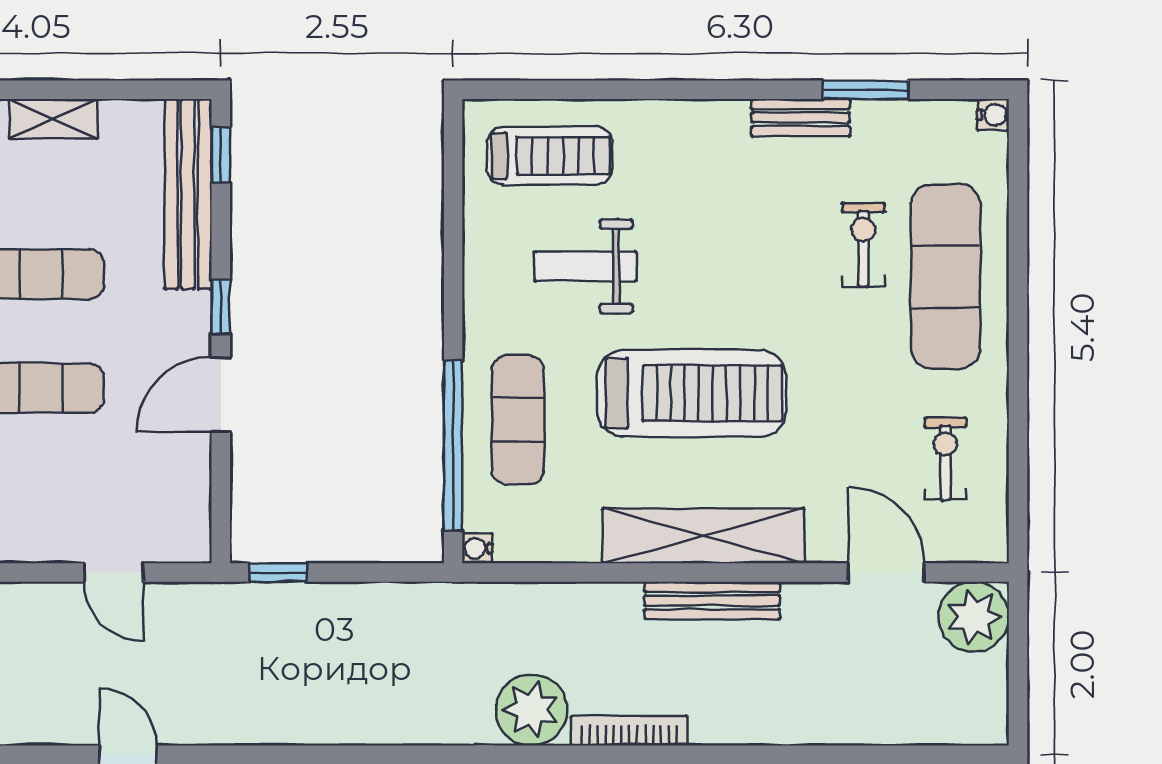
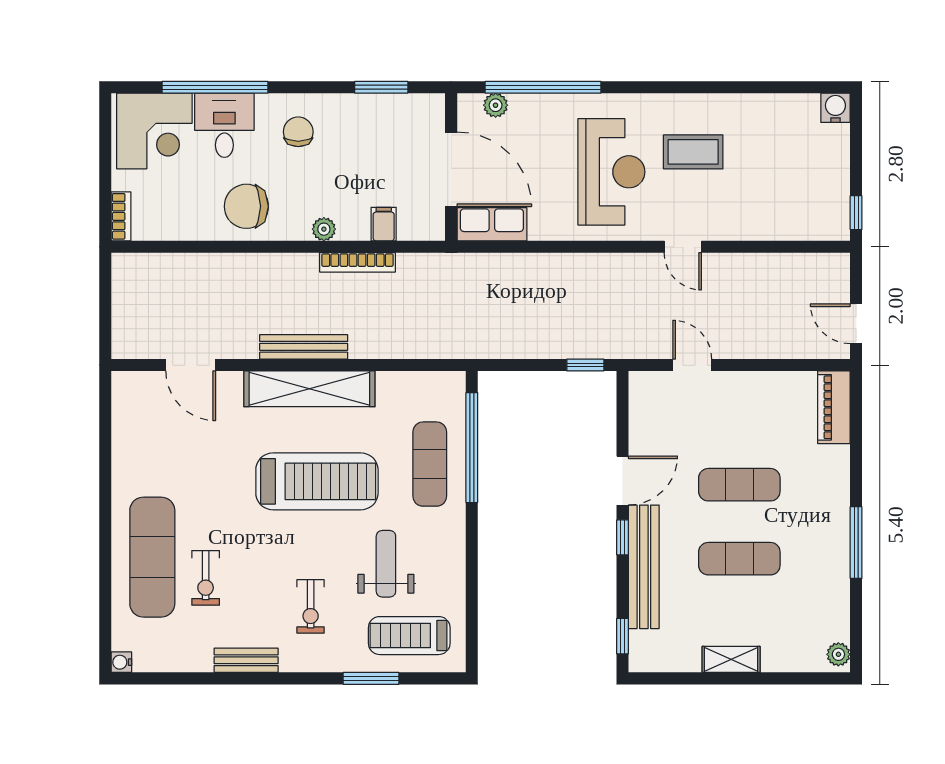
window: (866, 90) -> (371, 678), moved
bench: (188, 194) -> (644, 567), moved
weight bench: (585, 266) -> (386, 564), turned -90
treadmill: (692, 393) -> (317, 481), turned 180
exercise bike: (945, 459) -> (311, 606), moved
water cooler: (477, 548) -> (456, 381), removed
plant: (974, 617) -> (134, 336), removed
plant: (532, 710) -> (421, 276), removed

